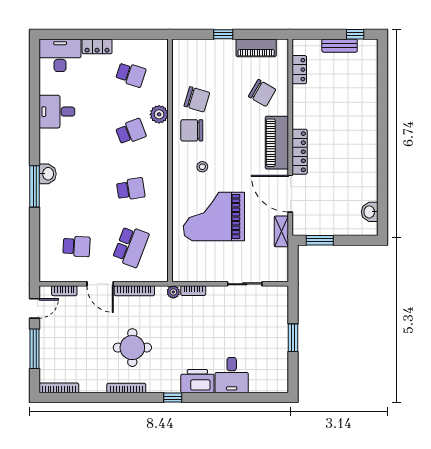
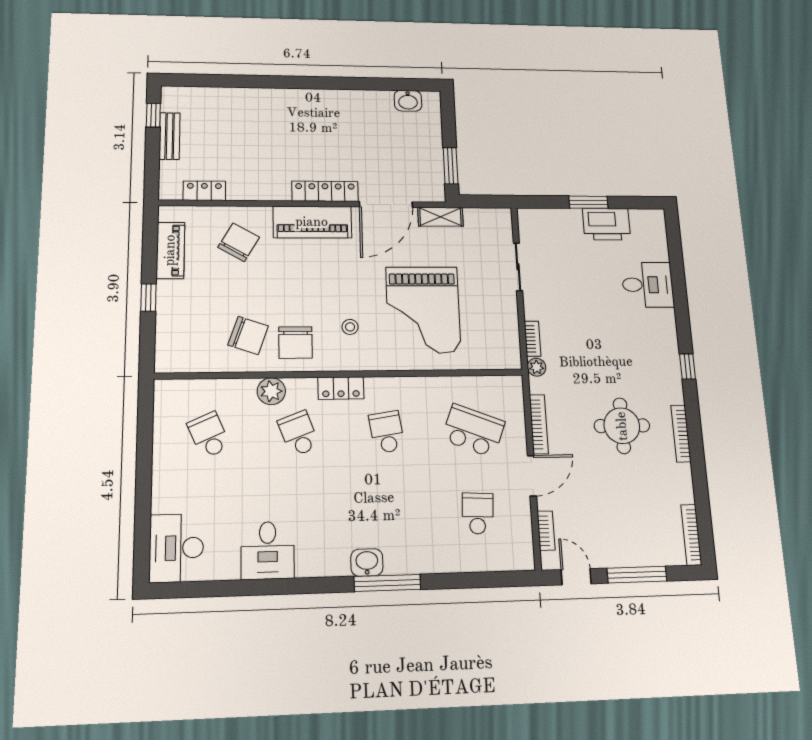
locker: (97, 46) -> (341, 388), moved, turned 90
school desk: (131, 74) -> (209, 435), turned -42
chair: (197, 99) -> (248, 335), turned 92
printer: (197, 381) -> (606, 224), moved, turned -90

